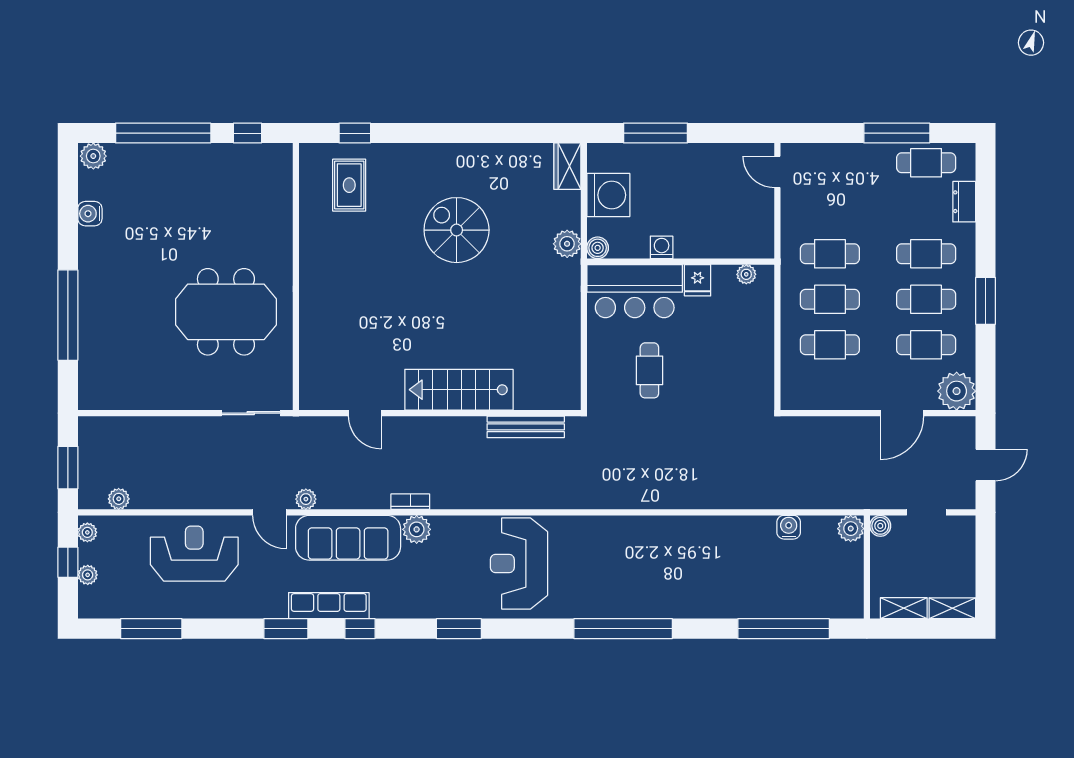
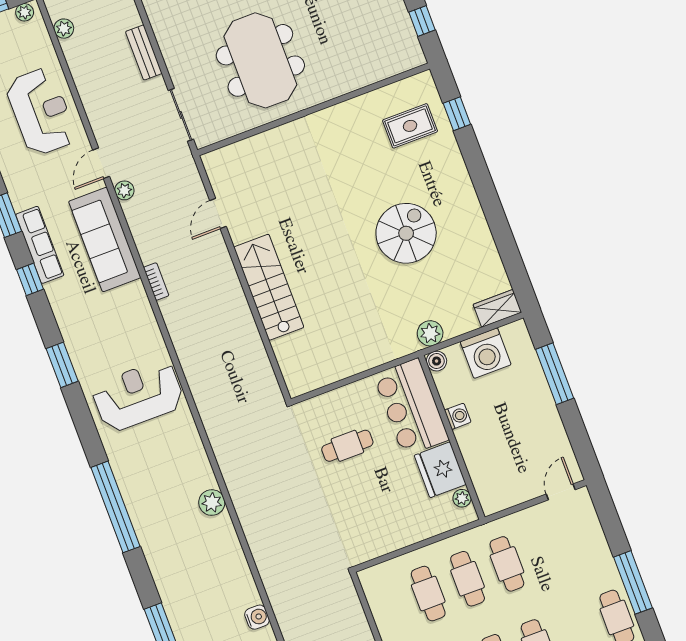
fridge: (698, 280) -> (440, 470), width x1.88, depth x1.34
bench: (526, 427) -> (144, 52), moved, width x0.73
plant: (417, 529) -> (212, 503), moved

